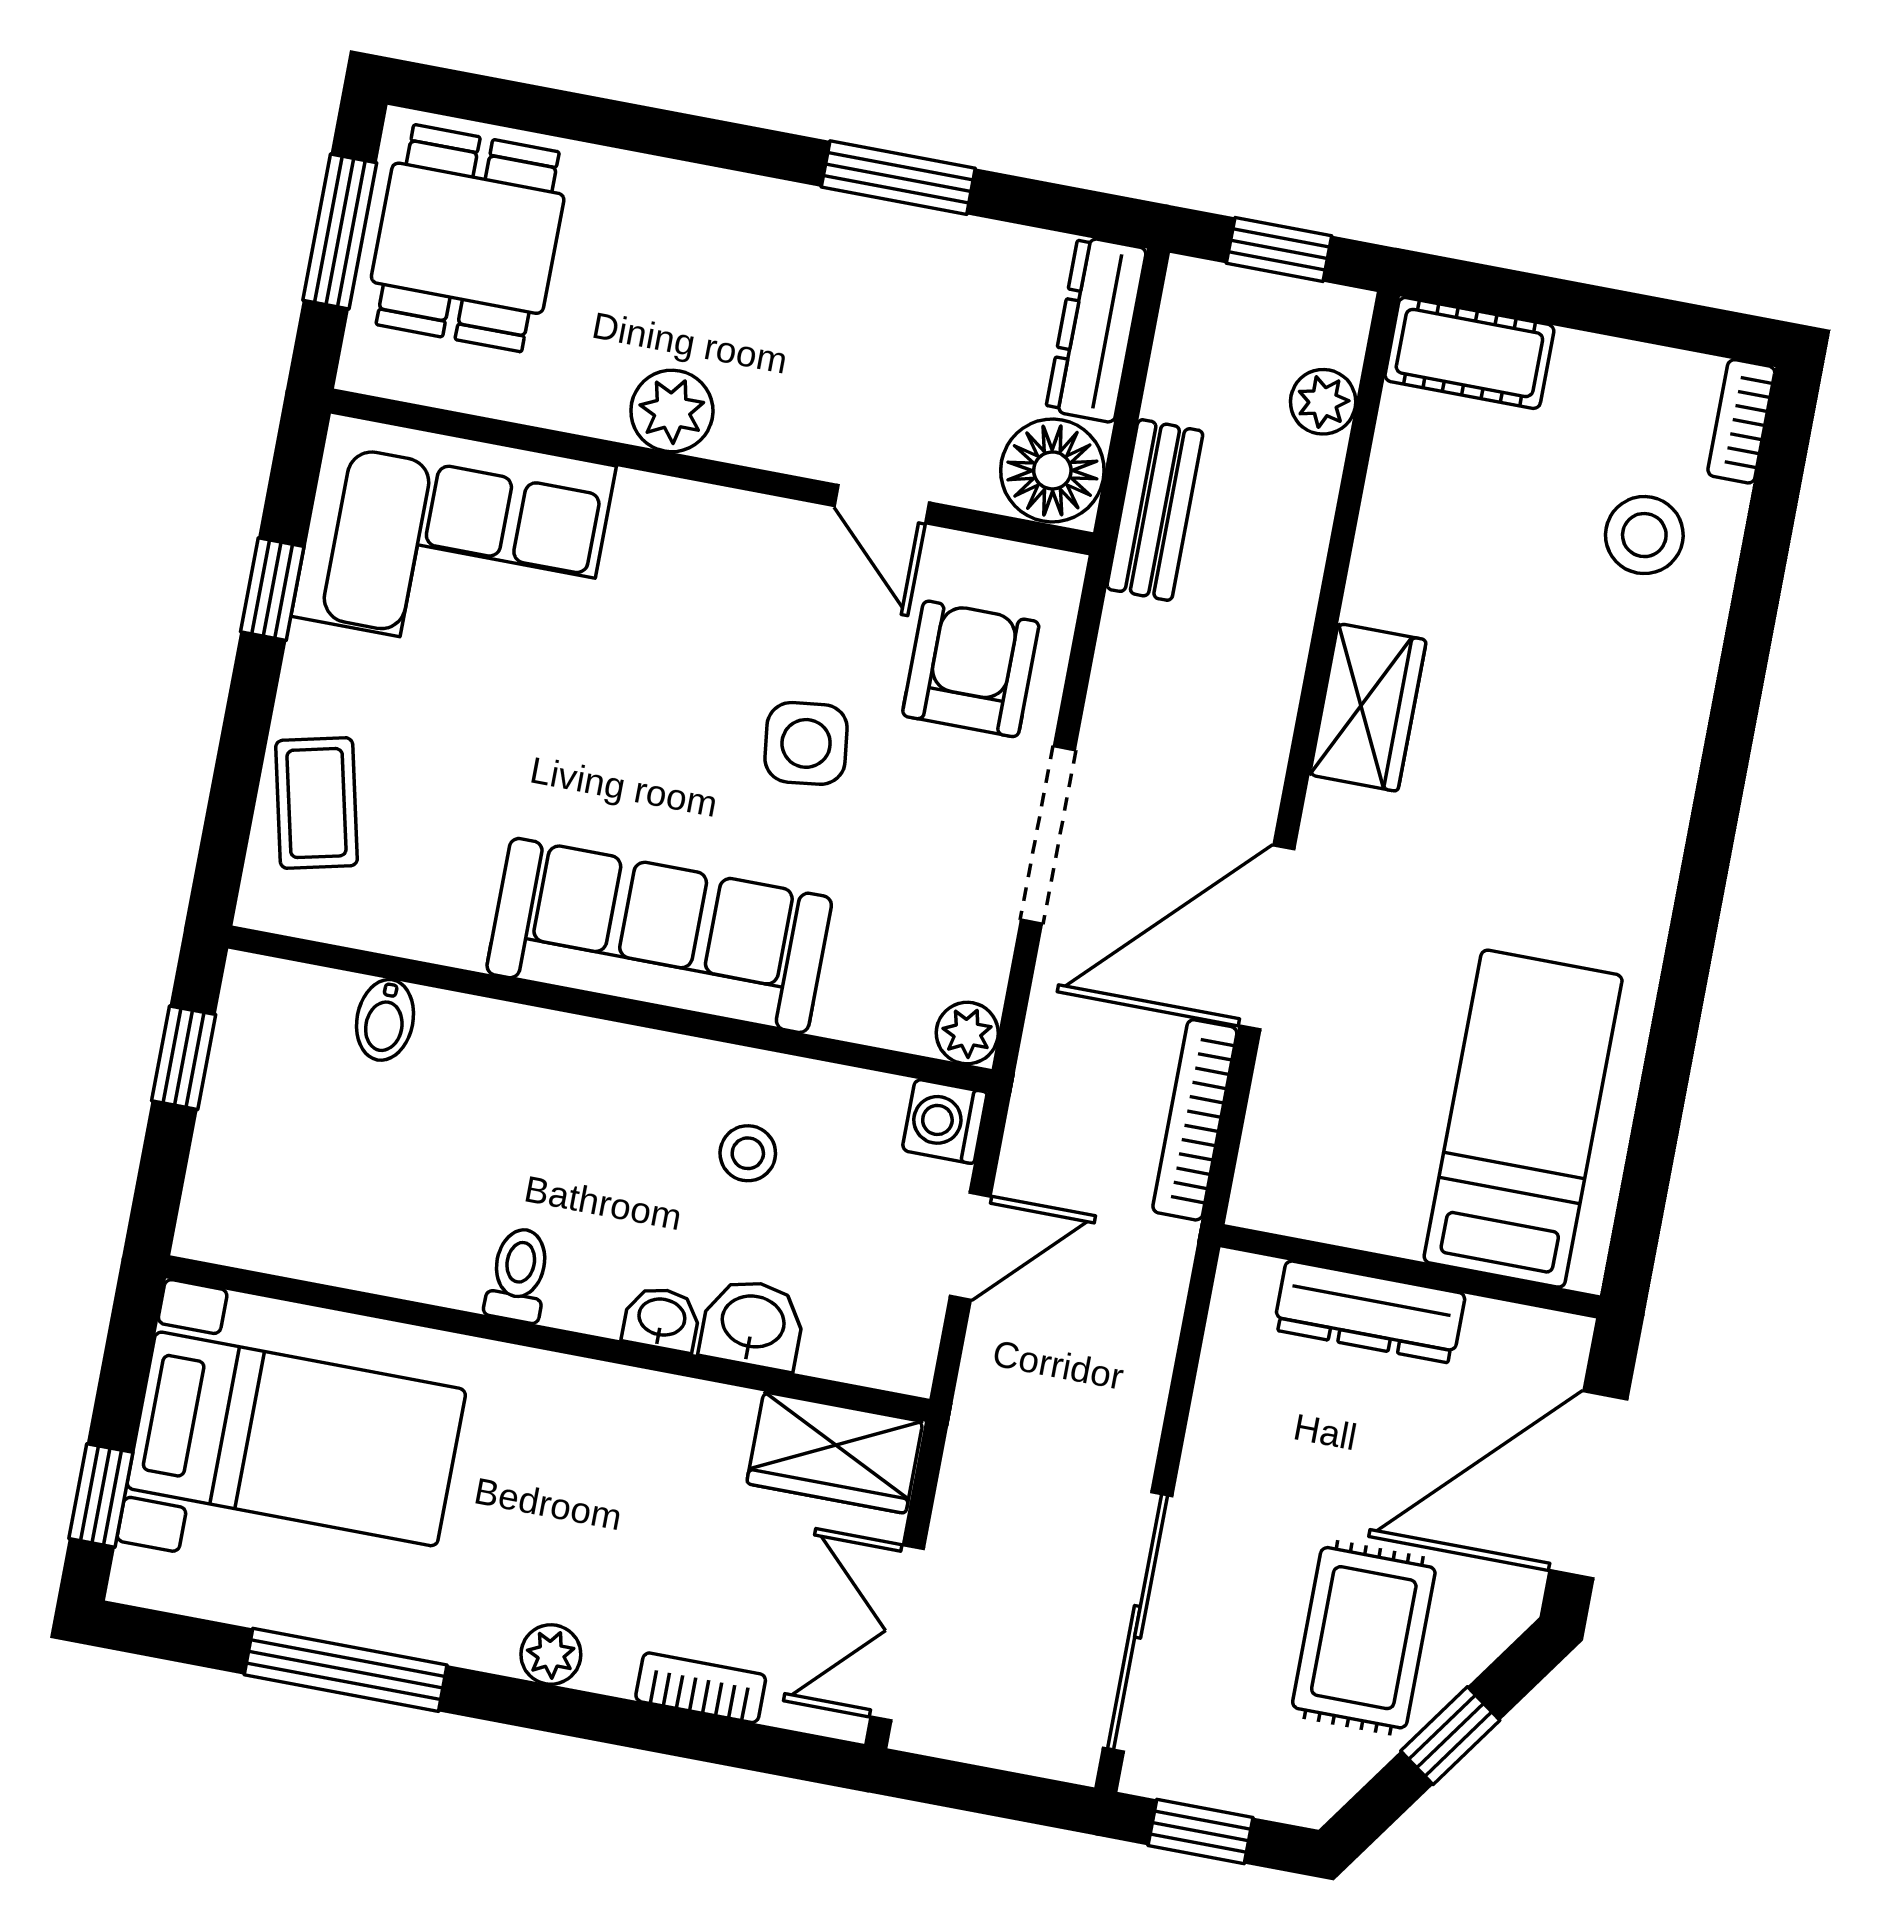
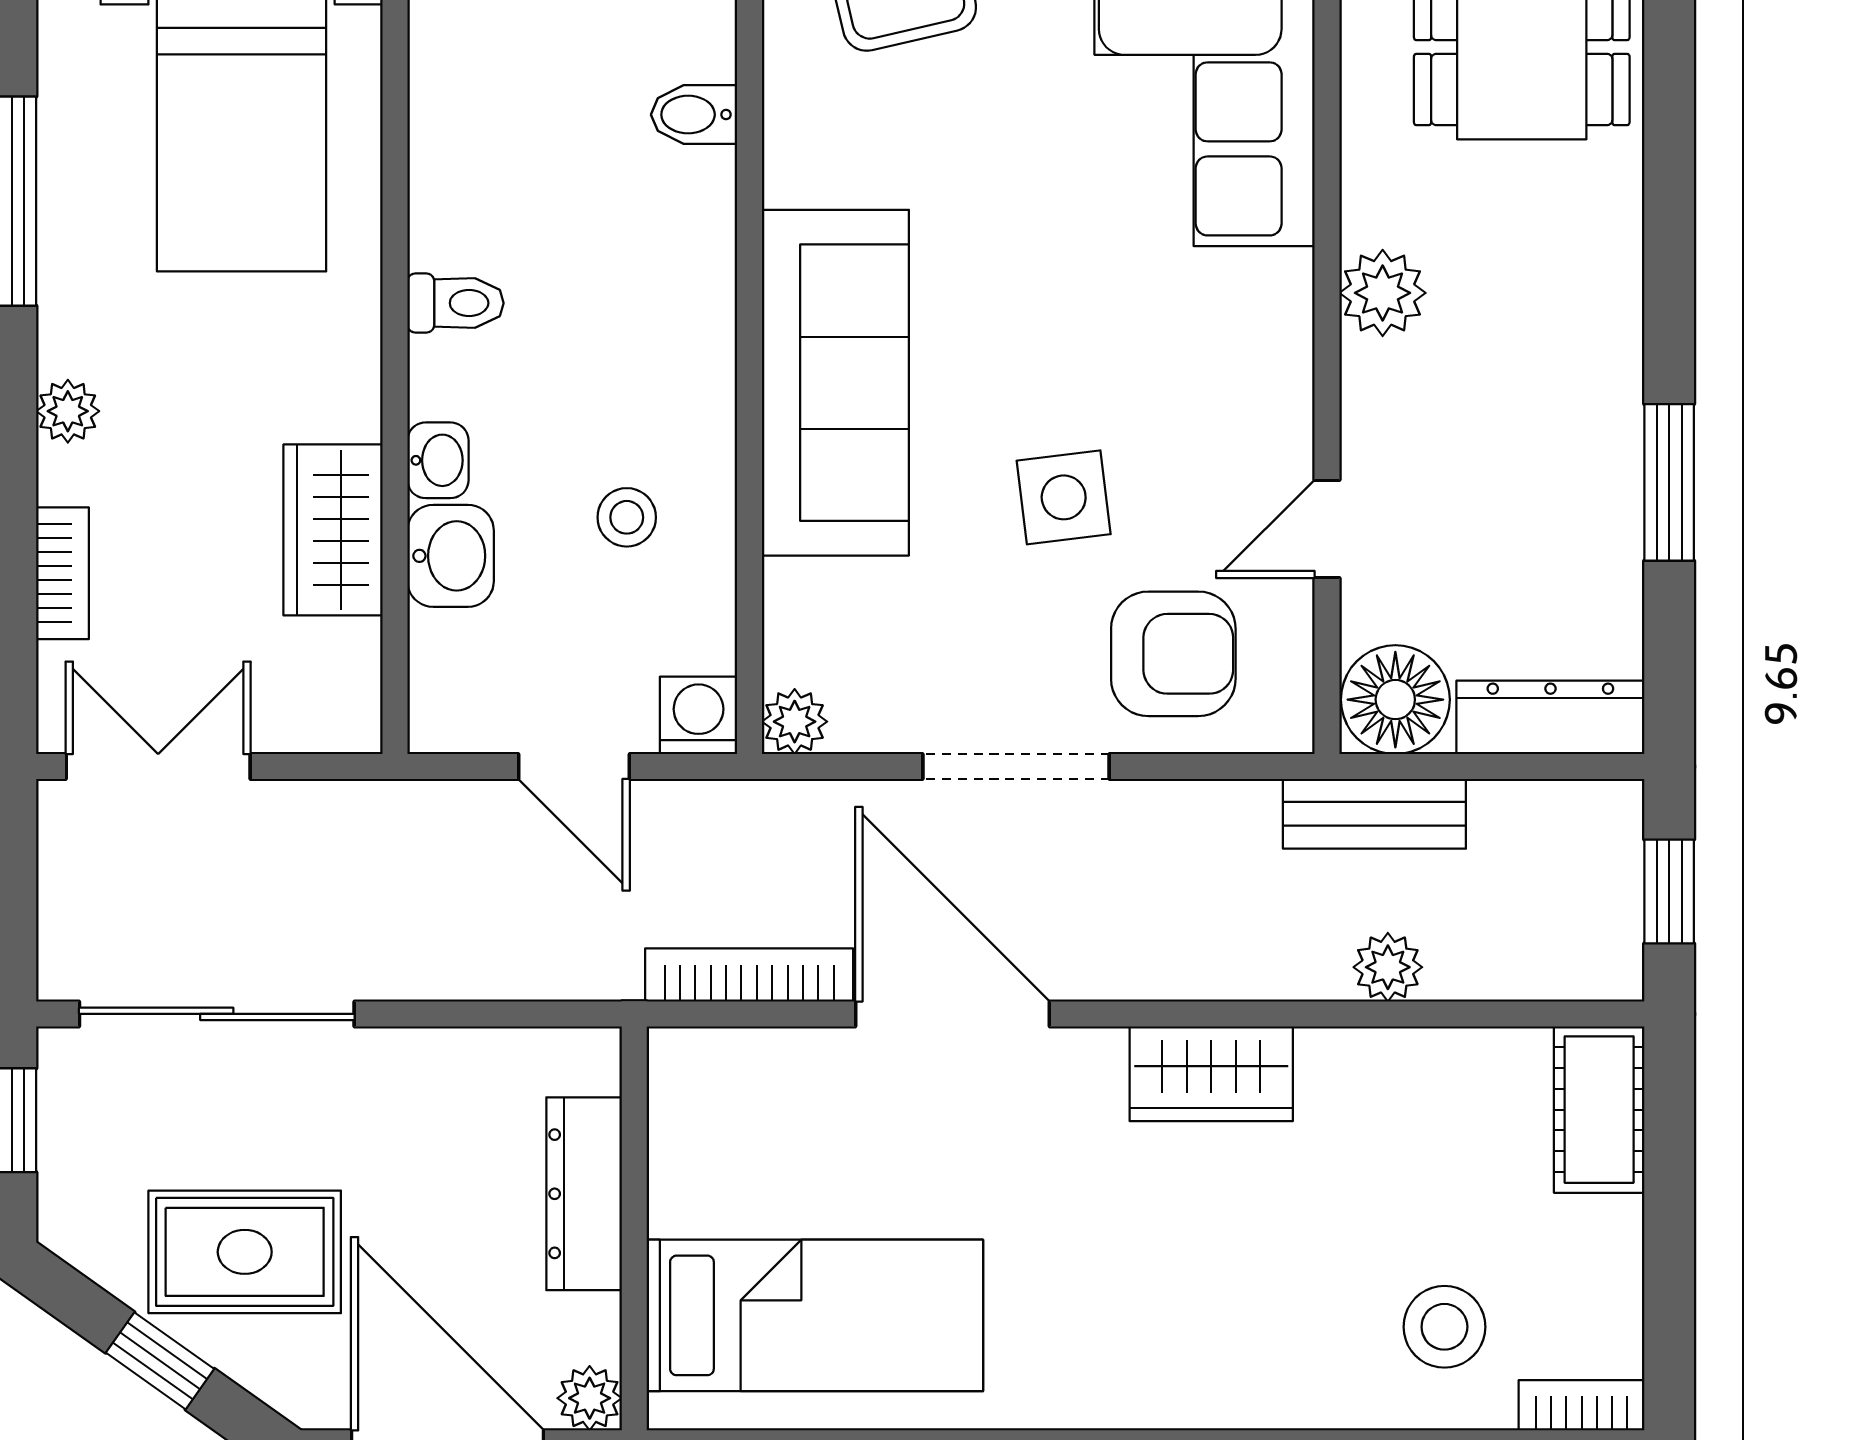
plant: (1323, 402) -> (1388, 967), moved
plant: (1560, 1343) -> (590, 1398), added
wardrobe: (835, 1453) -> (333, 530), moved

